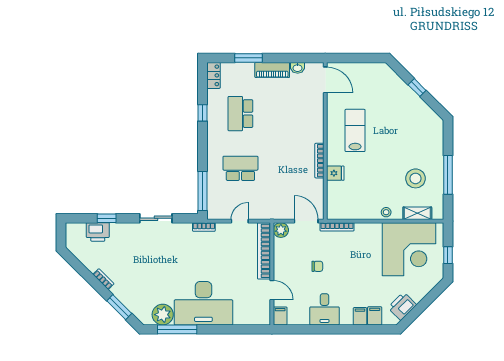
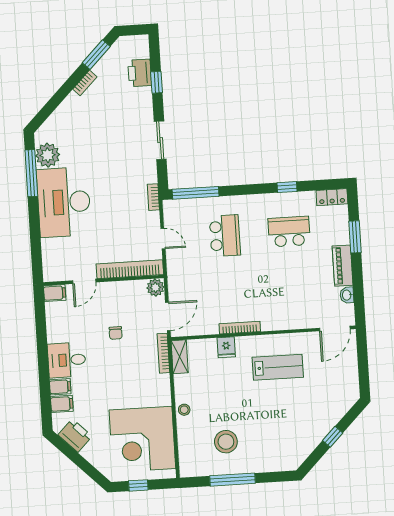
shelving: (417, 213) -> (180, 357), moved
window: (119, 307) -> (96, 55), moved
desk: (324, 309) -> (67, 360), moved

